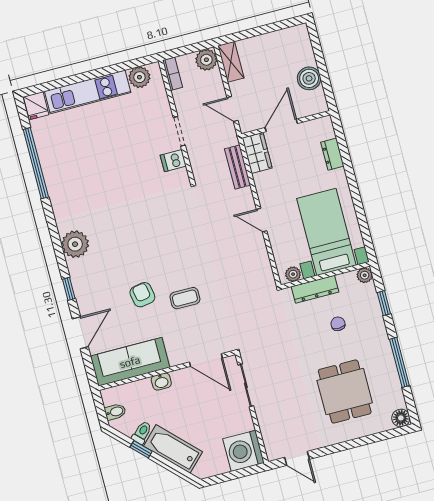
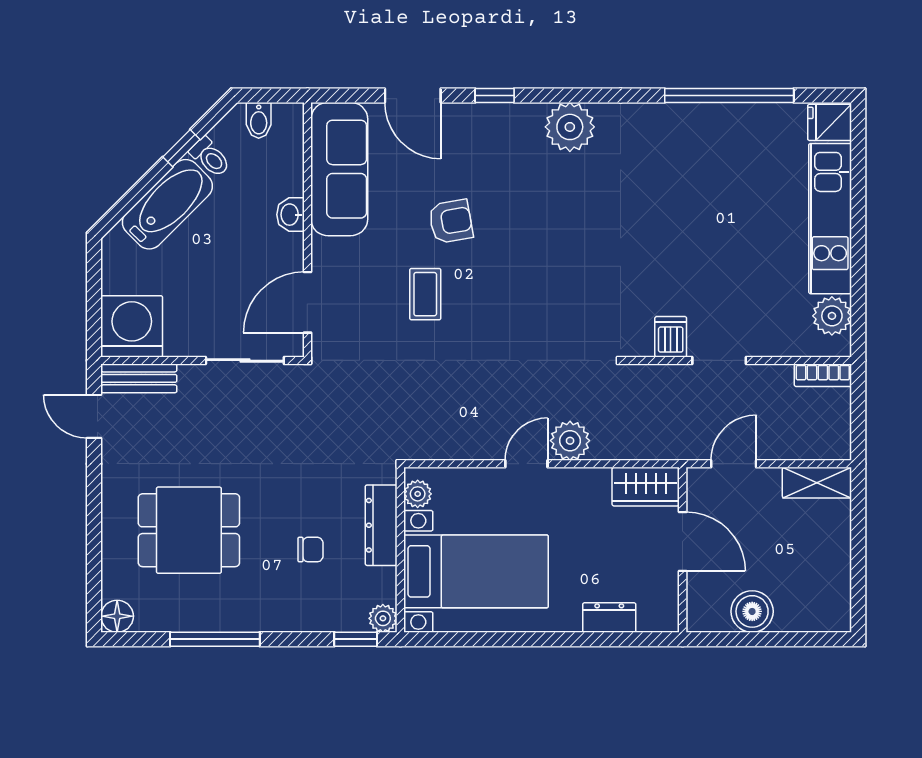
plant: (206, 60) -> (570, 441), moved
bench: (237, 167) -> (139, 378), moved
window: (384, 303) -> (356, 639), moved
door: (297, 458) -> (94, 416), hinge flipped

